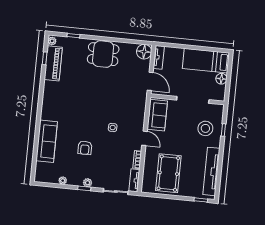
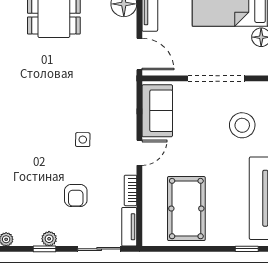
door: (145, 138) -> (139, 153), hinge flipped
armchair: (85, 148) -> (76, 195), moved

